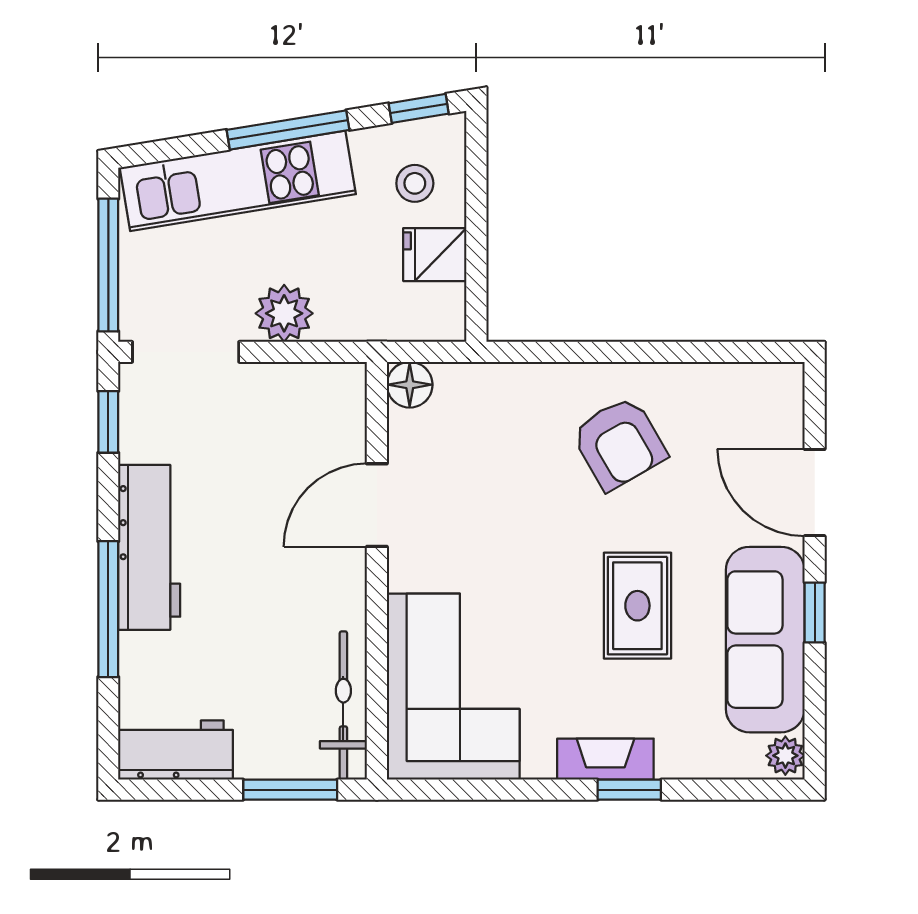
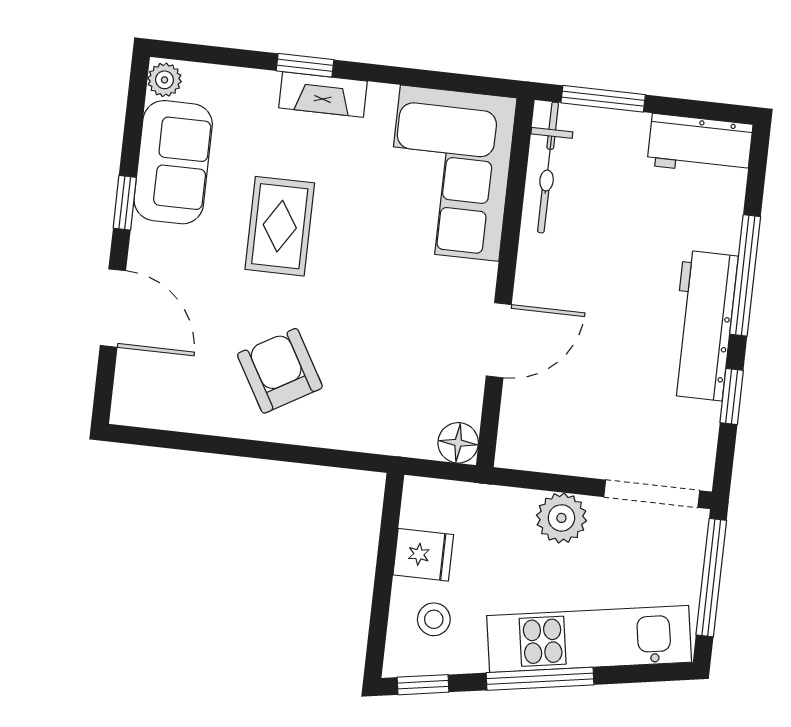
window: (108, 422) -> (732, 396), moved
sofa: (765, 640) -> (173, 162), width x0.73

